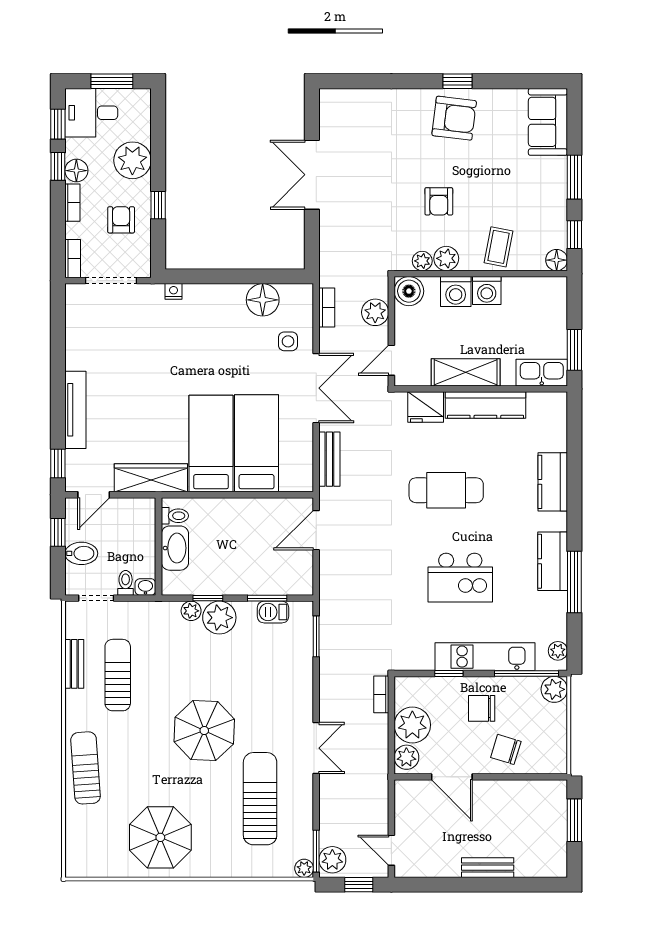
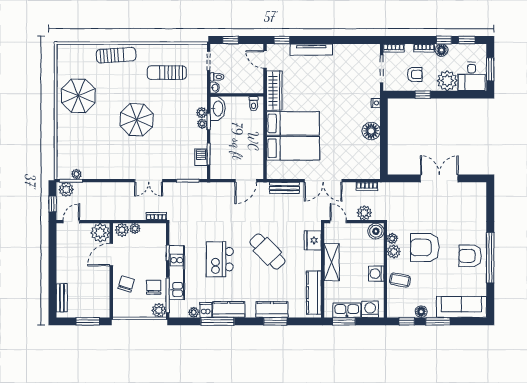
window: (457, 81) -> (490, 258), width x3.17
desk: (91, 113) -> (472, 76), moved, turned 180
armchair: (454, 118) -> (470, 256), turned 83
sofa: (548, 122) -> (461, 307), width x1.36
armchair: (439, 201) -> (425, 248), width x1.88, depth x1.88
floor lamp: (557, 260) -> (421, 312), moved
washing machine: (456, 292) -> (370, 309), moved, turned 90
floor lamp: (263, 300) -> (371, 131), moved
side table: (288, 341) -> (349, 165), removed
kitchen sink: (542, 373) -> (347, 310), moved, turned -90
kitchen counter: (485, 405) -> (314, 293), moved
window: (574, 476) -> (275, 321), added
cafe table: (446, 490) -> (267, 252), turned -44
door: (316, 530) -> (246, 181), swing flipped
window: (58, 532) -> (231, 40), moved
washbasin: (175, 548) -> (218, 108), moved, turned -90
bidet: (81, 553) -> (233, 53), removed
dishwasher: (553, 603) -> (206, 310), added
plant: (219, 618) -> (202, 124), width x0.53, depth x0.53
plant: (558, 651) -> (194, 312), moved
bench: (74, 664) -> (173, 49), removed
sun lounger: (118, 675) -> (167, 73), turned 180
chair: (482, 708) -> (154, 287), moved
plant: (412, 725) -> (135, 228), width x0.53, depth x0.53
double door: (316, 748) -> (149, 181), moved
plant: (412, 797) -> (100, 233), added
sun lounger: (260, 799) -> (99, 150), removed
plant: (304, 868) -> (76, 174), moved
bench: (488, 868) -> (62, 298), moved

